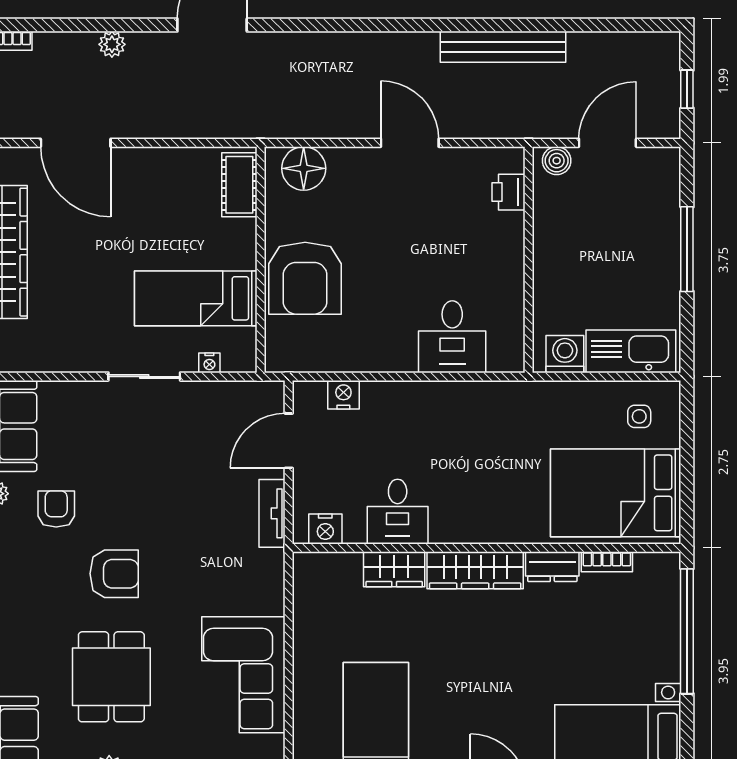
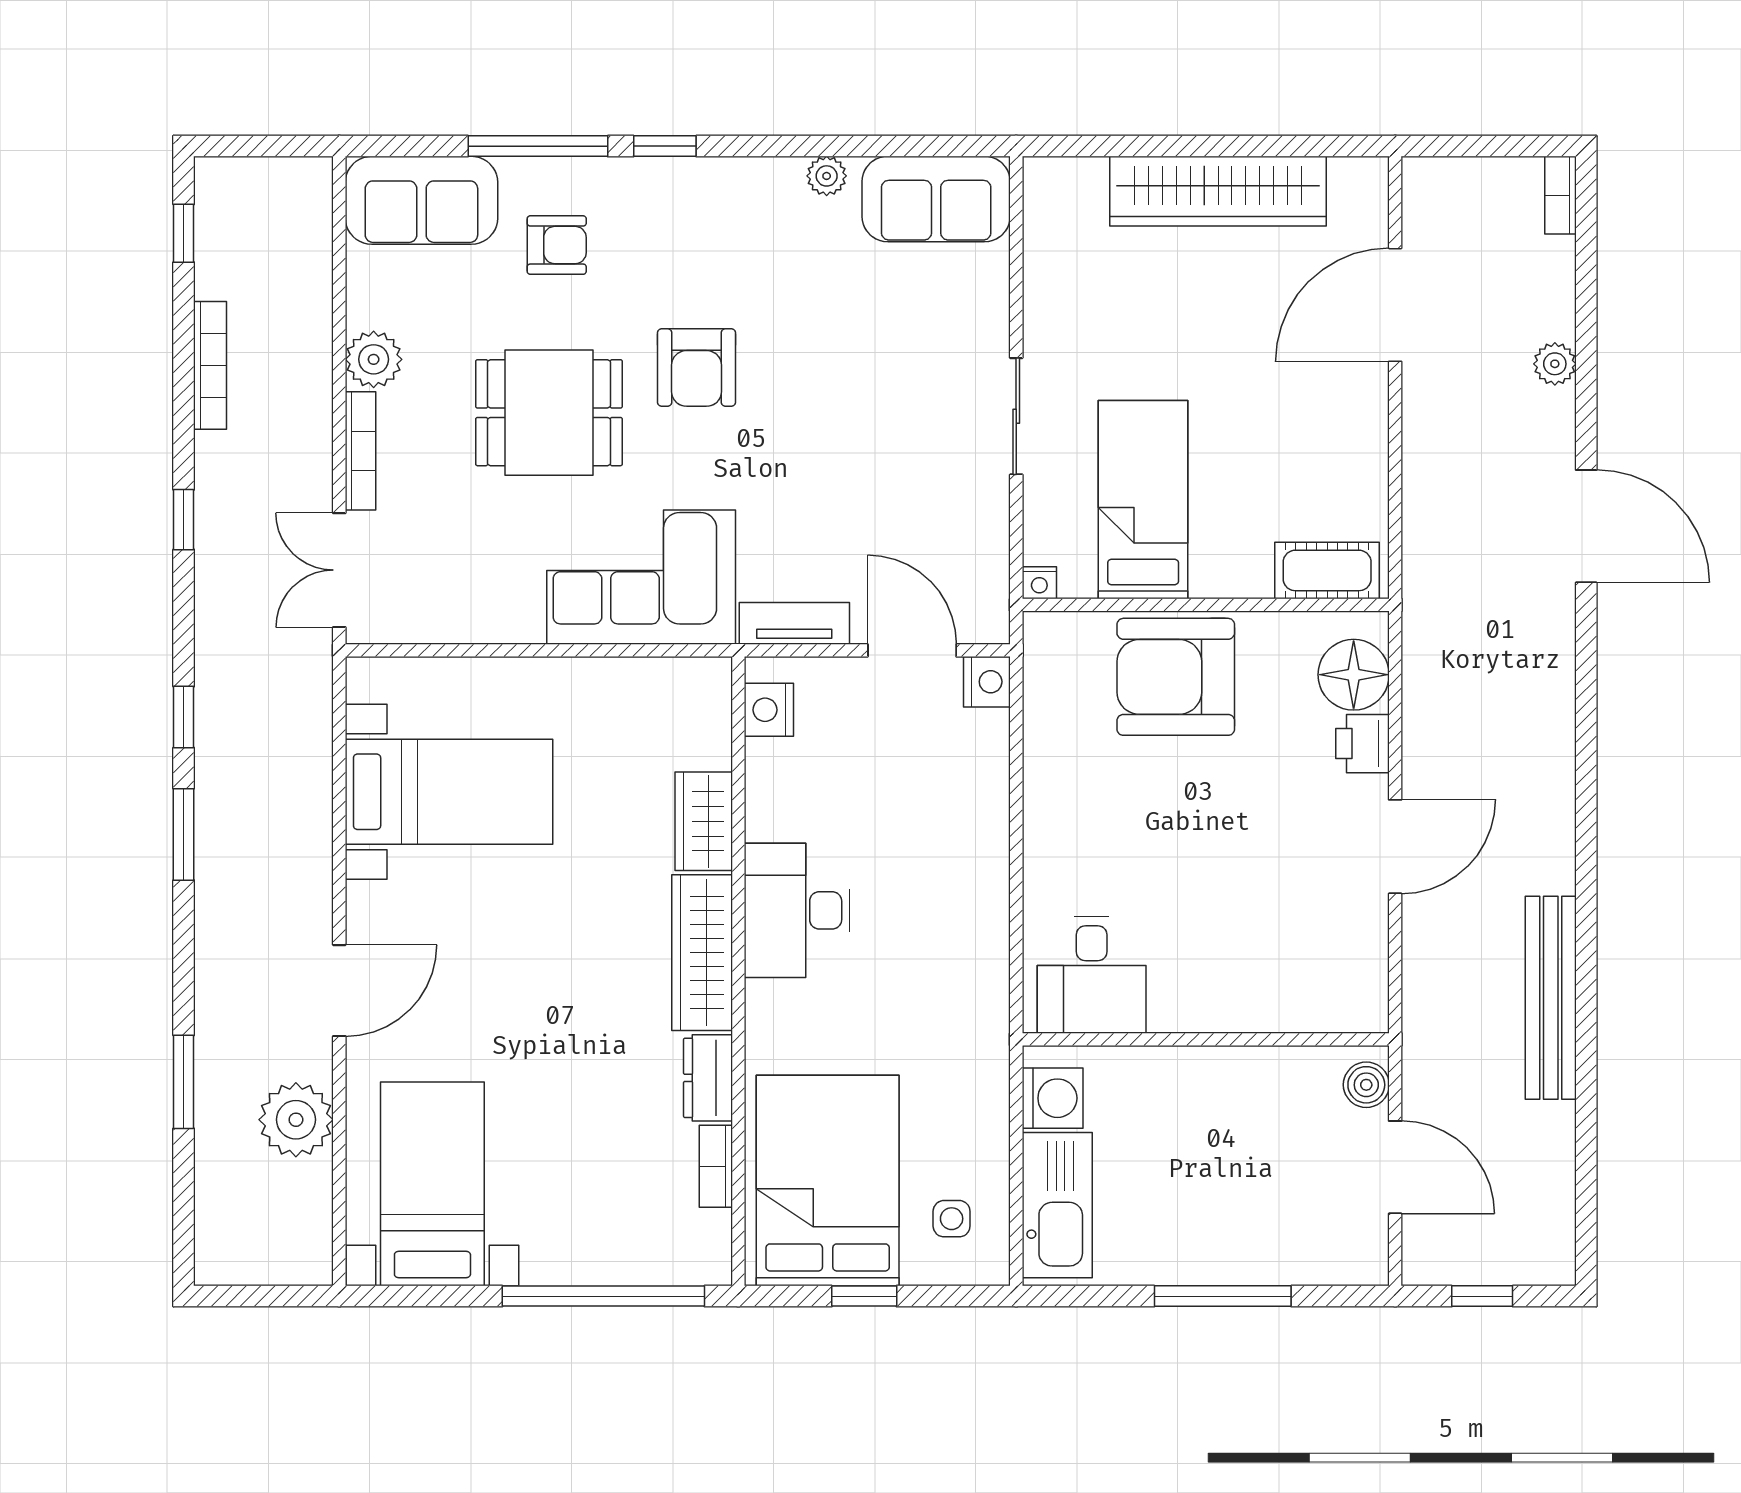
printer: (508, 192) -> (1363, 744), moved, turned -90
desk: (452, 337) -> (1092, 975), moved, turned -90
nightstand: (209, 363) -> (1039, 583), moved, turned -90
nightstand: (343, 395) -> (987, 682), moved
window: (687, 470) -> (864, 1296), added
armchair: (56, 509) -> (557, 245), moved
desk: (398, 512) -> (797, 910), moved, width x1.37
corner sofa: (243, 675) -> (641, 577), moved
dining table: (111, 677) -> (549, 413), moved

